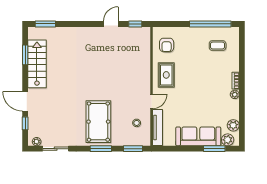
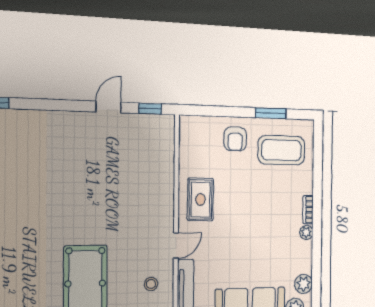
window: (210, 24) -> (271, 113), width x0.47
armchair: (167, 45) -> (235, 139), moved
coffee table: (218, 46) -> (281, 150), width x1.86, depth x1.72

